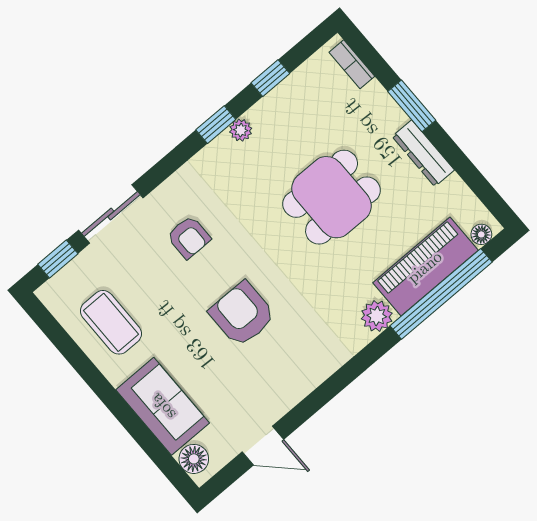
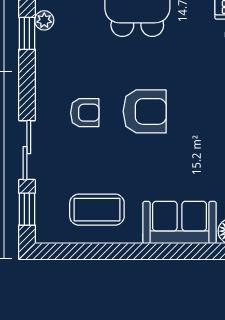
armchair: (242, 314) -> (145, 111), moved, turned 180

